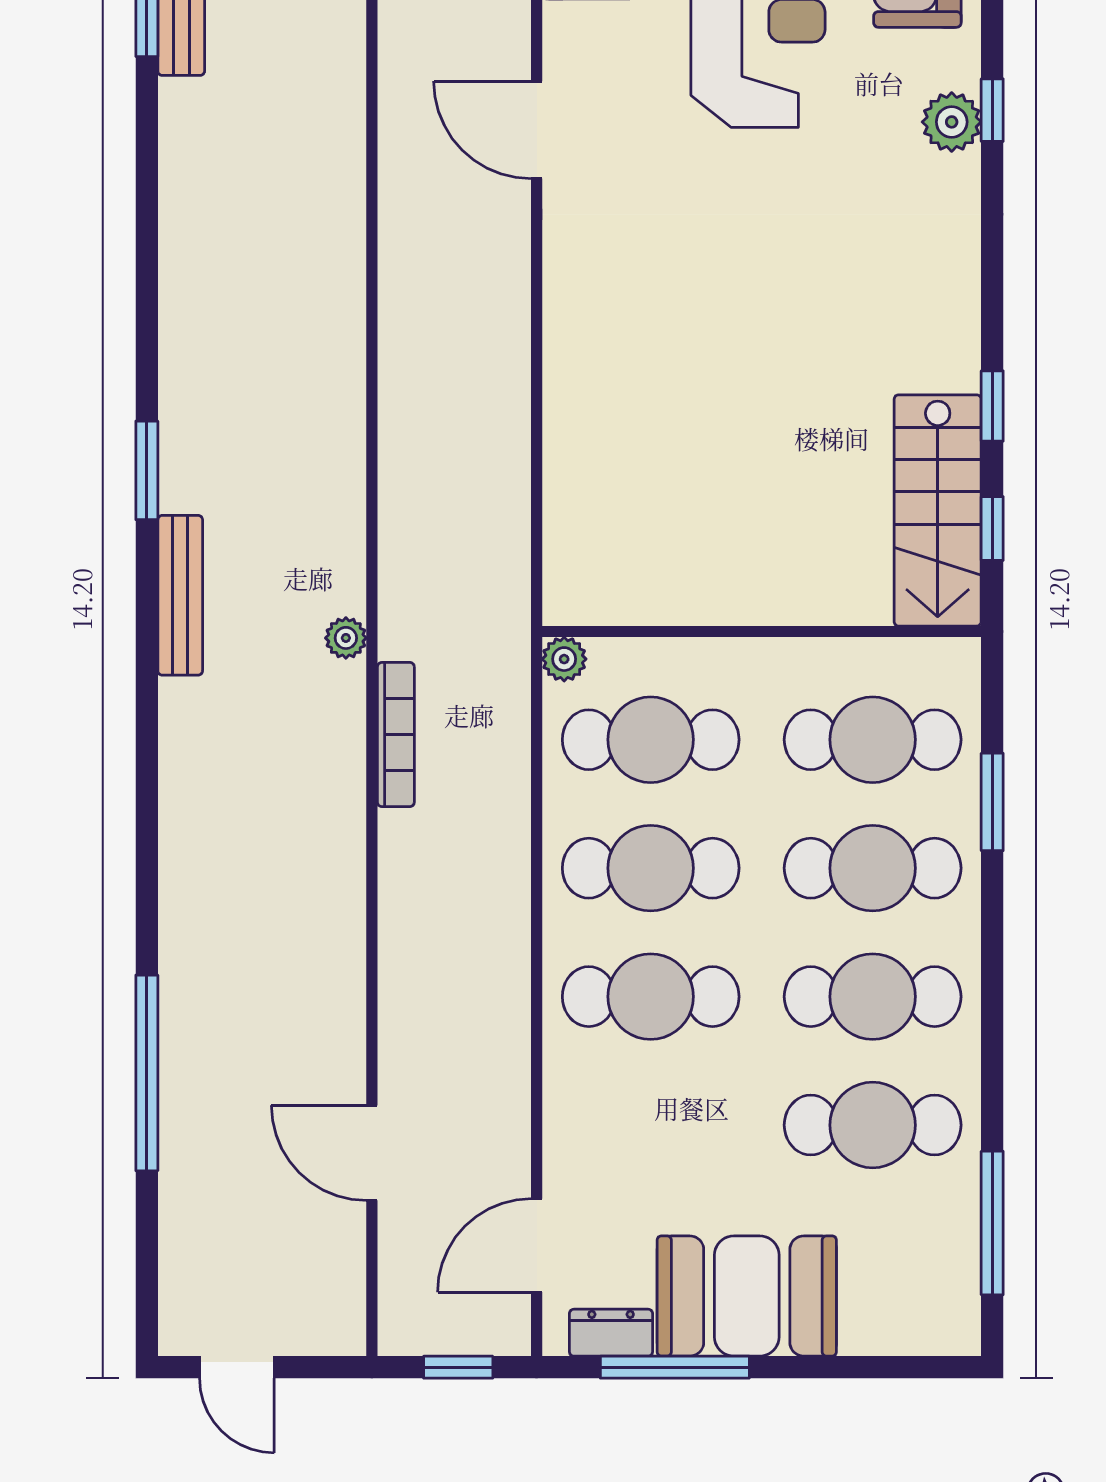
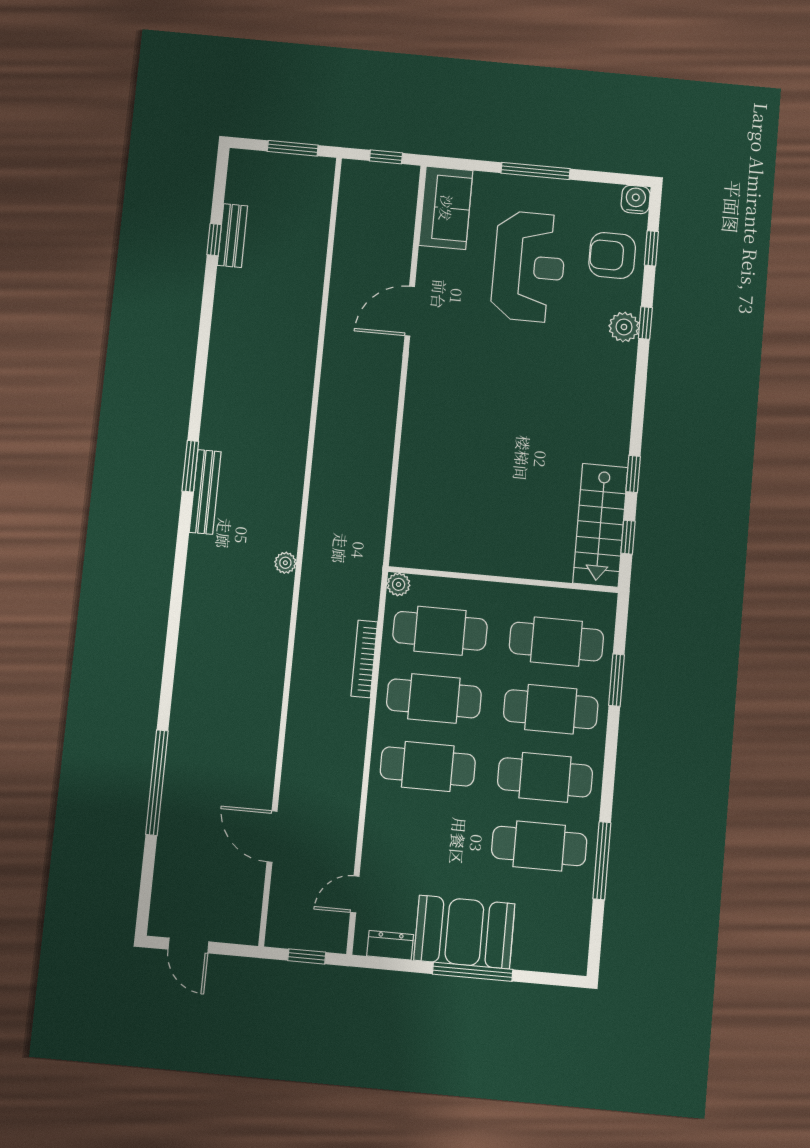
door: (537, 130) -> (410, 311), hinge flipped
bench: (180, 595) -> (205, 492), moved
bookcase: (396, 735) -> (364, 659), moved, turned 180
window: (992, 1223) -> (602, 861), moved
door: (537, 1245) -> (355, 894), width x0.73
window: (675, 1367) -> (473, 972), moved

